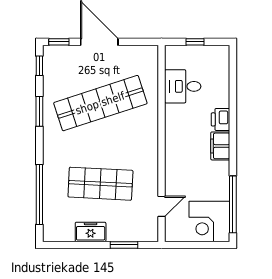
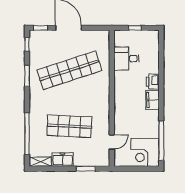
shelving: (59, 235) -> (40, 162), added

